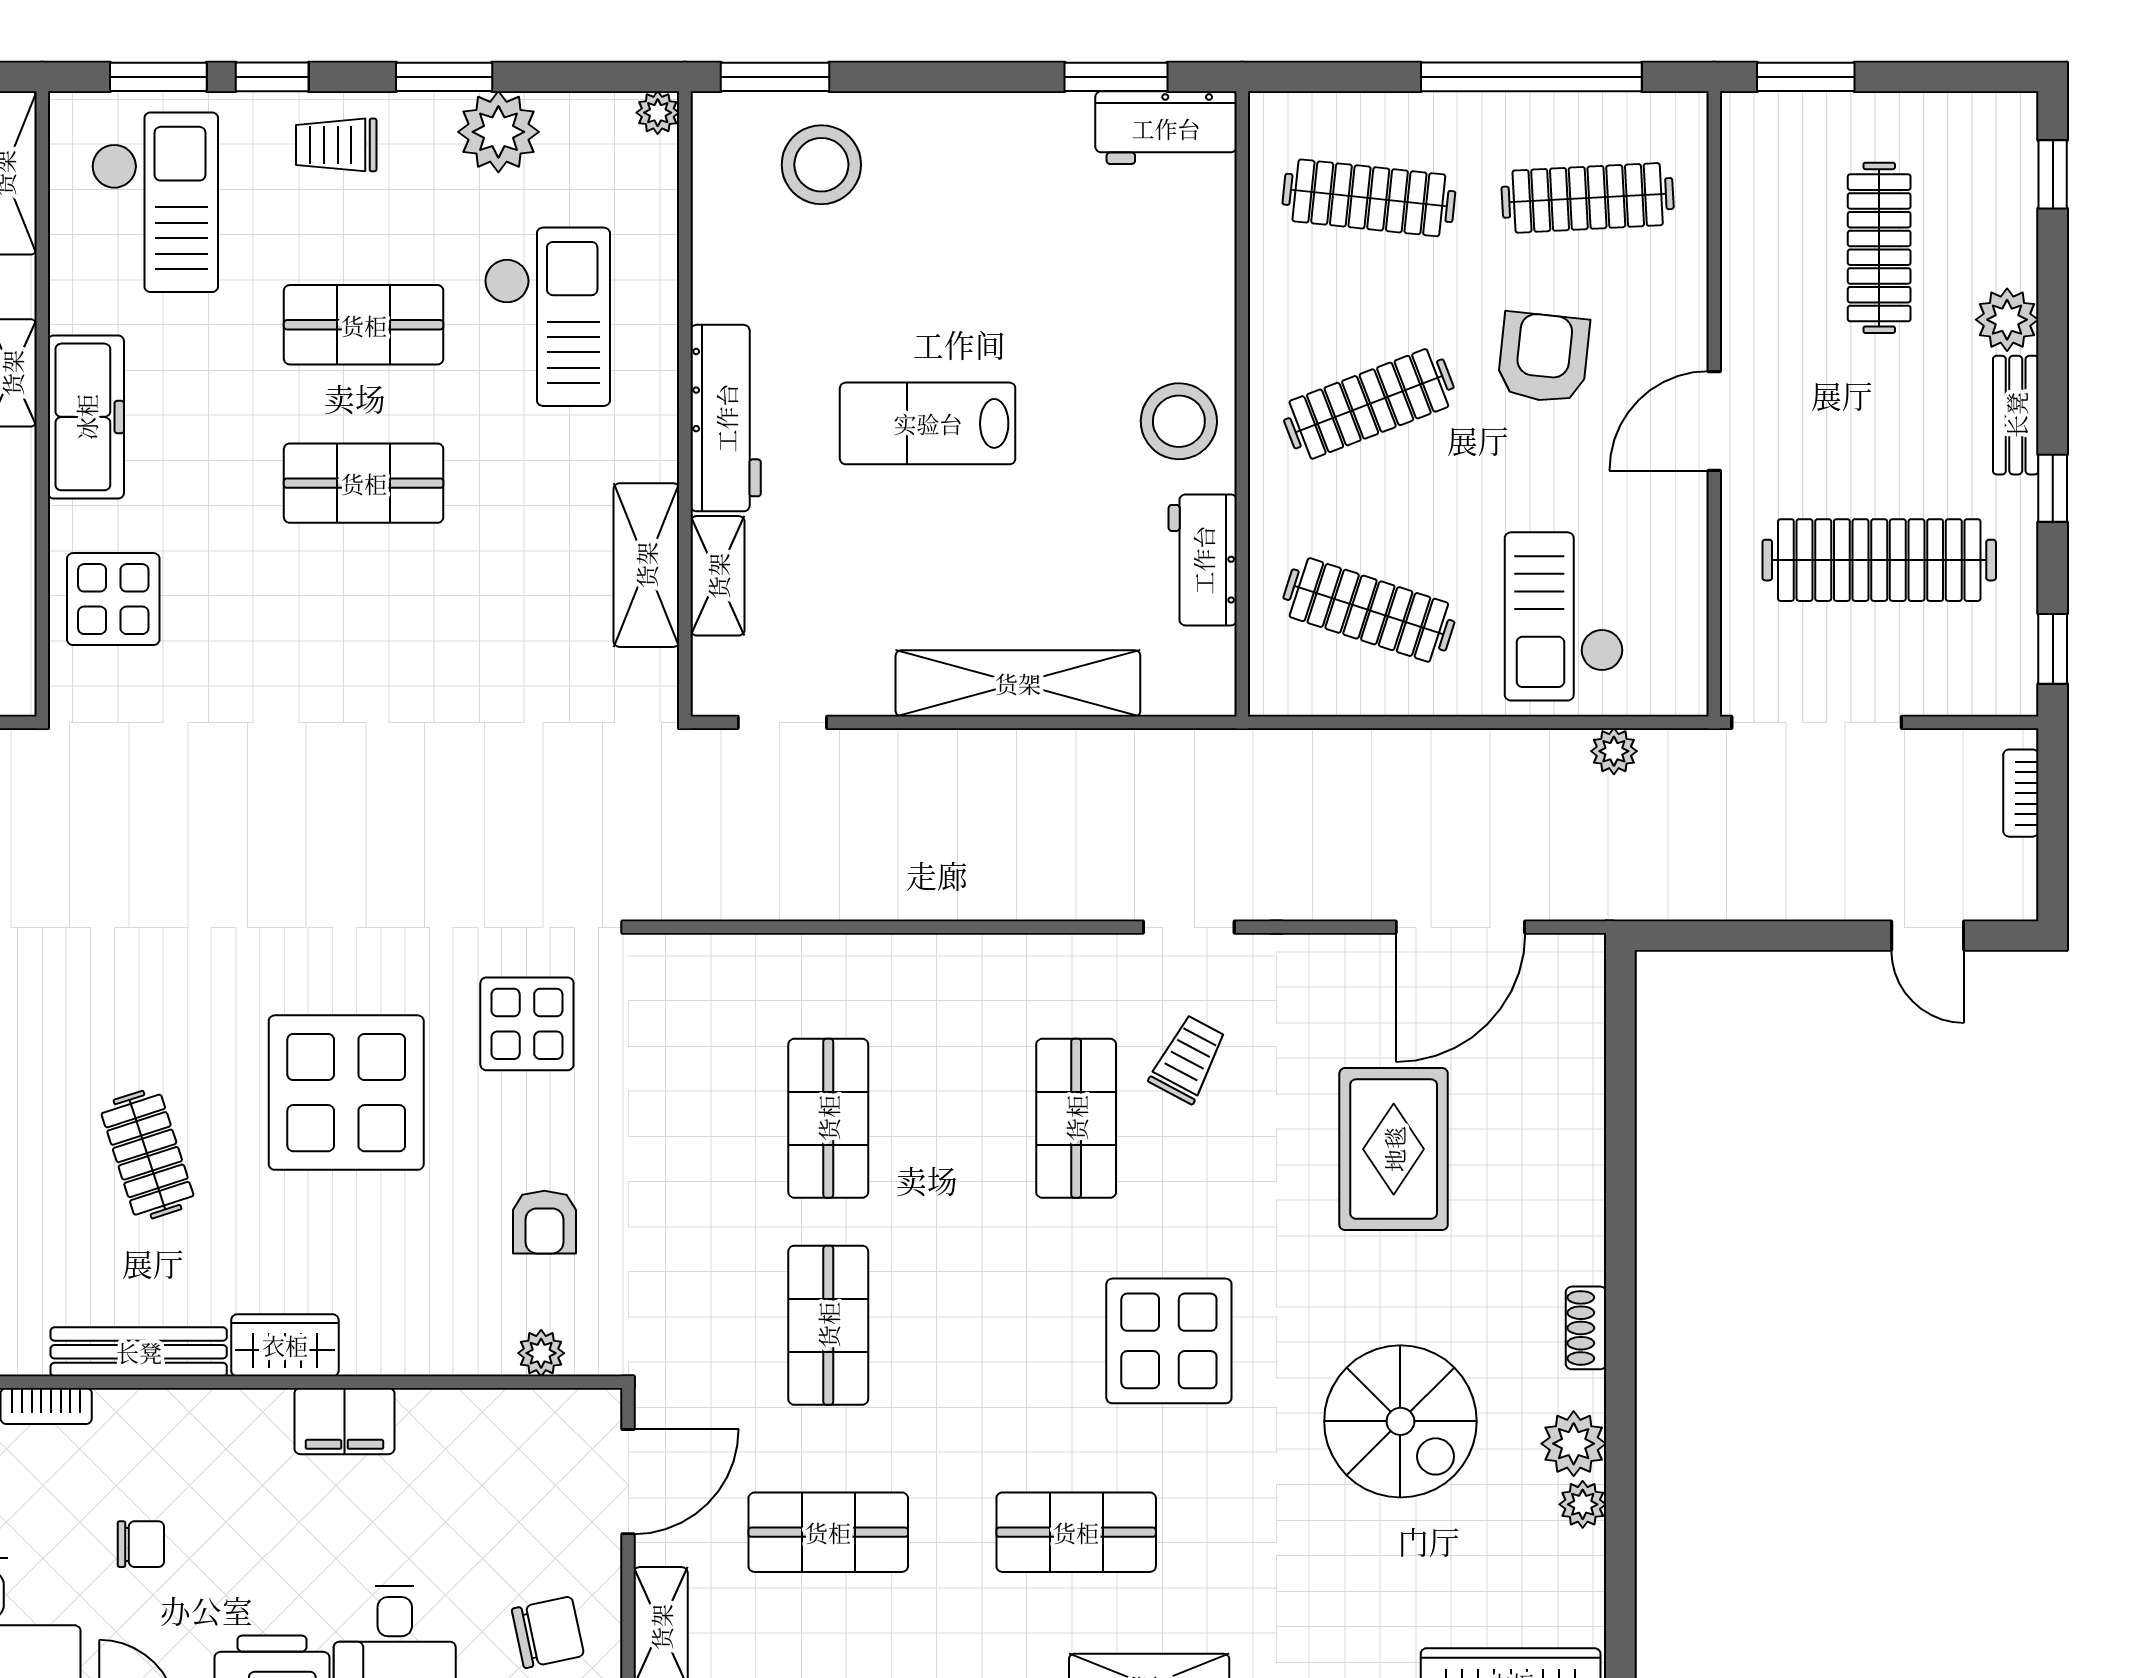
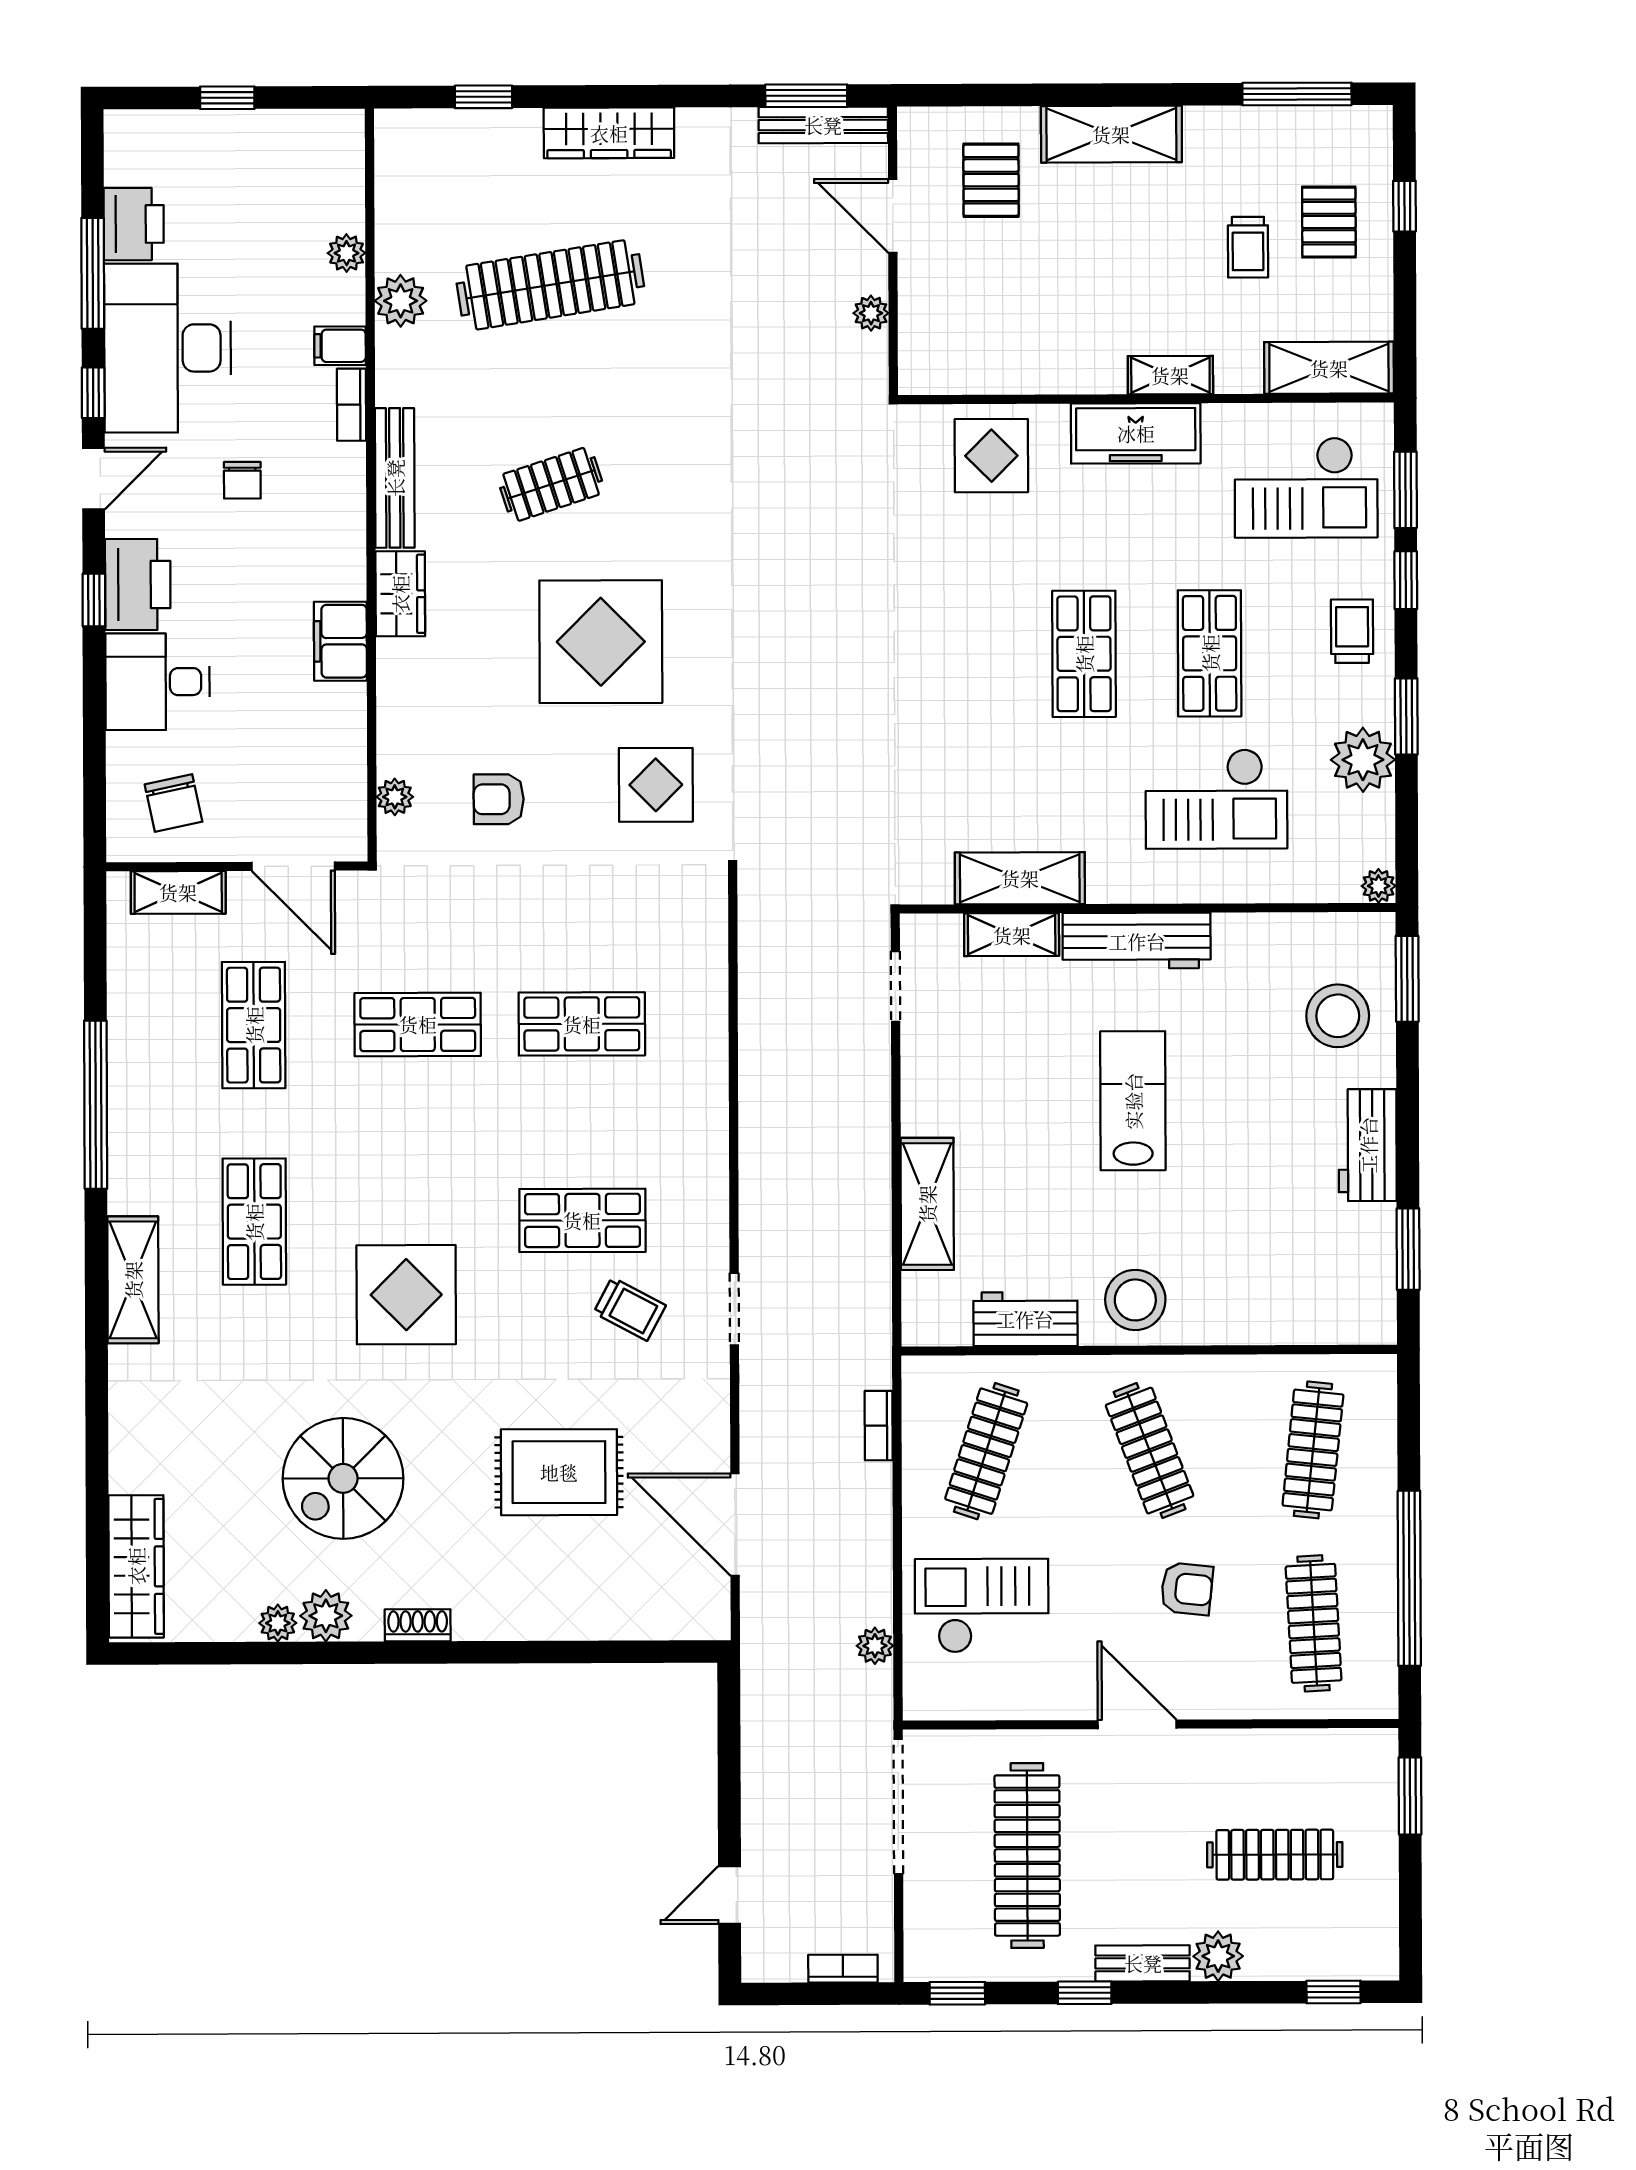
workbench: (1166, 128) -> (1368, 1145), moved
armchair: (1543, 358) -> (1187, 1589), width x0.72, depth x0.72
shelving: (1018, 683) -> (927, 1204), width x0.68
bookcase: (1336, 746) -> (879, 1426), added

